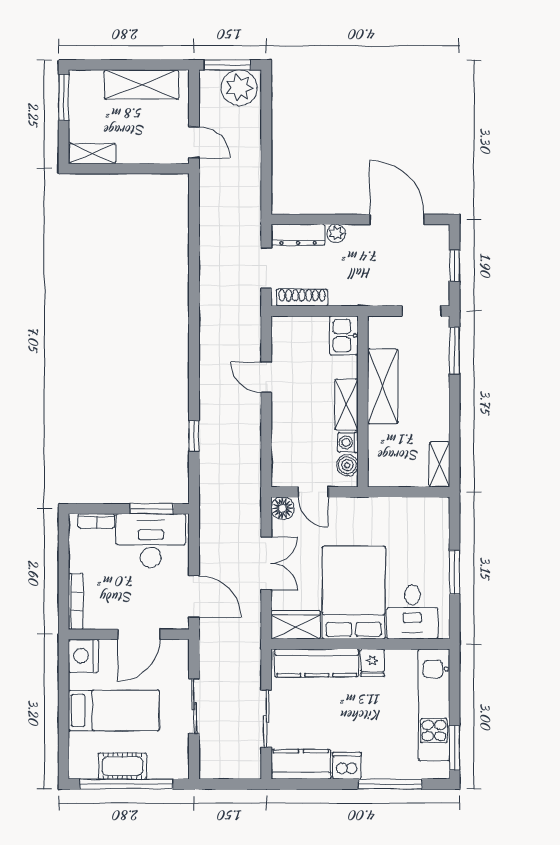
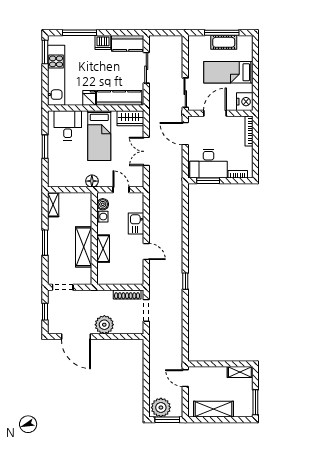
plant: (336, 233) -> (104, 325), width x1.88, depth x1.88
dresser: (298, 235) -> (129, 328), removed
kitchen sink: (344, 335) -> (136, 224), moved, turned 180
window: (455, 351) -> (45, 243), moved
shelving: (346, 405) -> (103, 249), moved
window: (194, 436) -> (185, 281), moved
floor lamp: (283, 508) -> (92, 181), moved
bed: (354, 593) -> (99, 136), width x0.67
sliding door: (194, 706) -> (185, 93), moved
window: (126, 784) -> (222, 33), width x0.68

